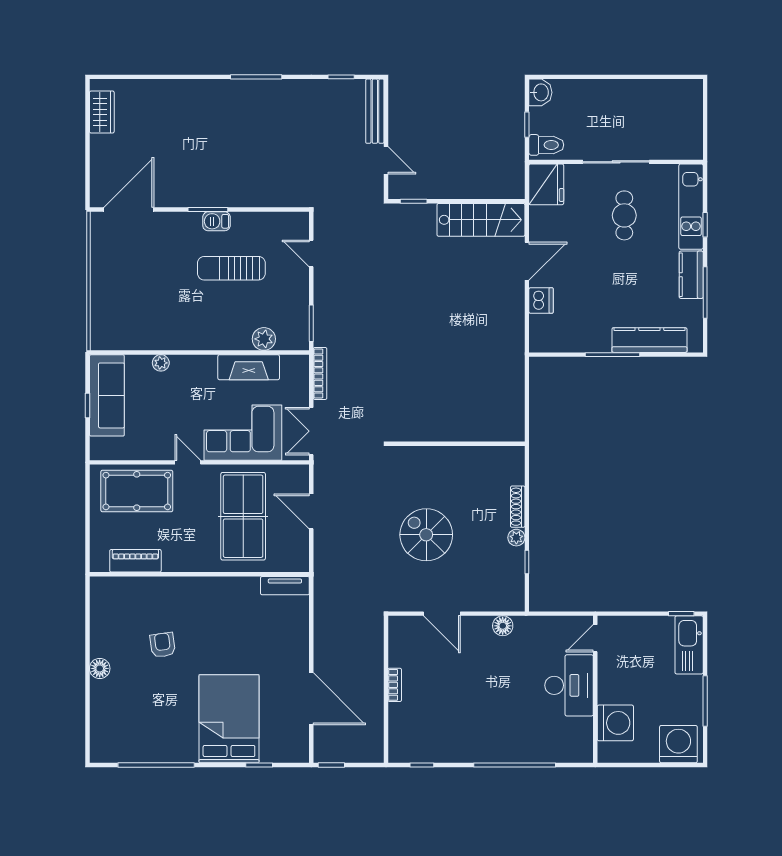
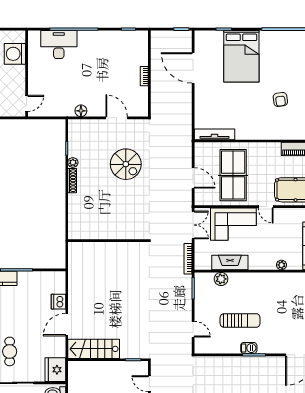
wall: (456, 444) -> (108, 241), moved
tv unit: (285, 586) -> (214, 134), width x1.41
desk: (569, 685) -> (59, 44), moved, turned 90

